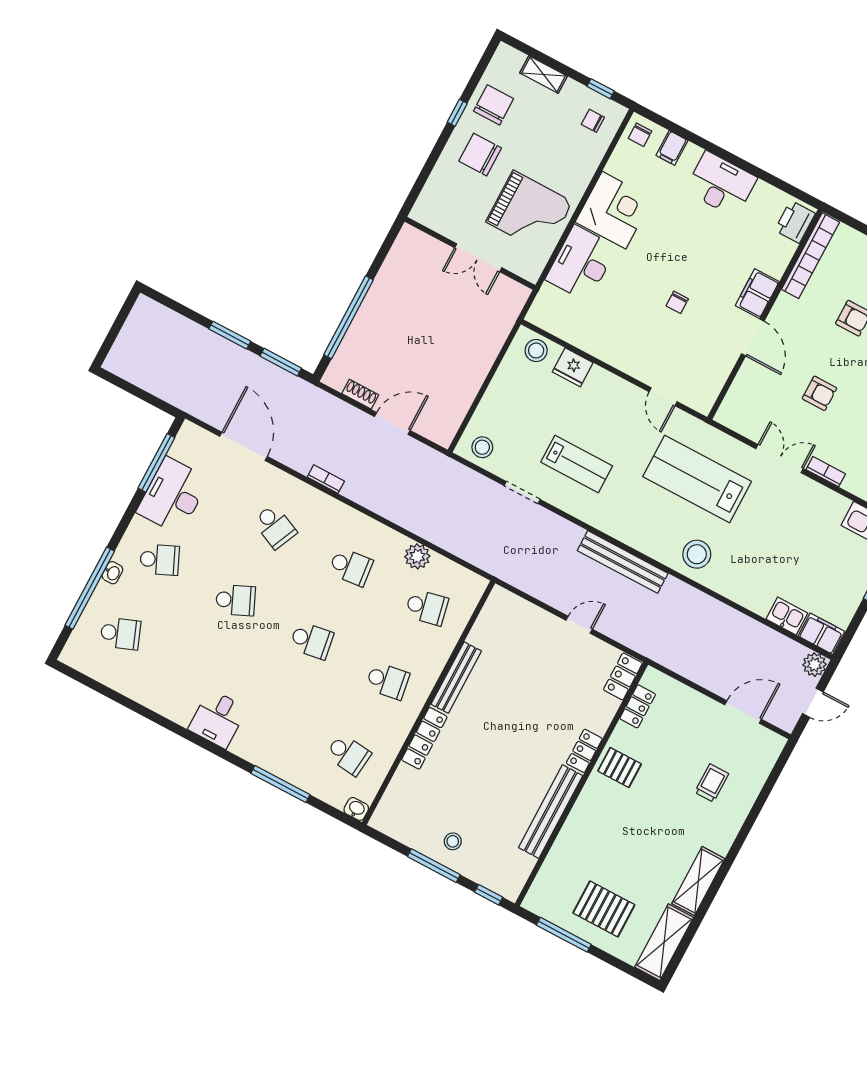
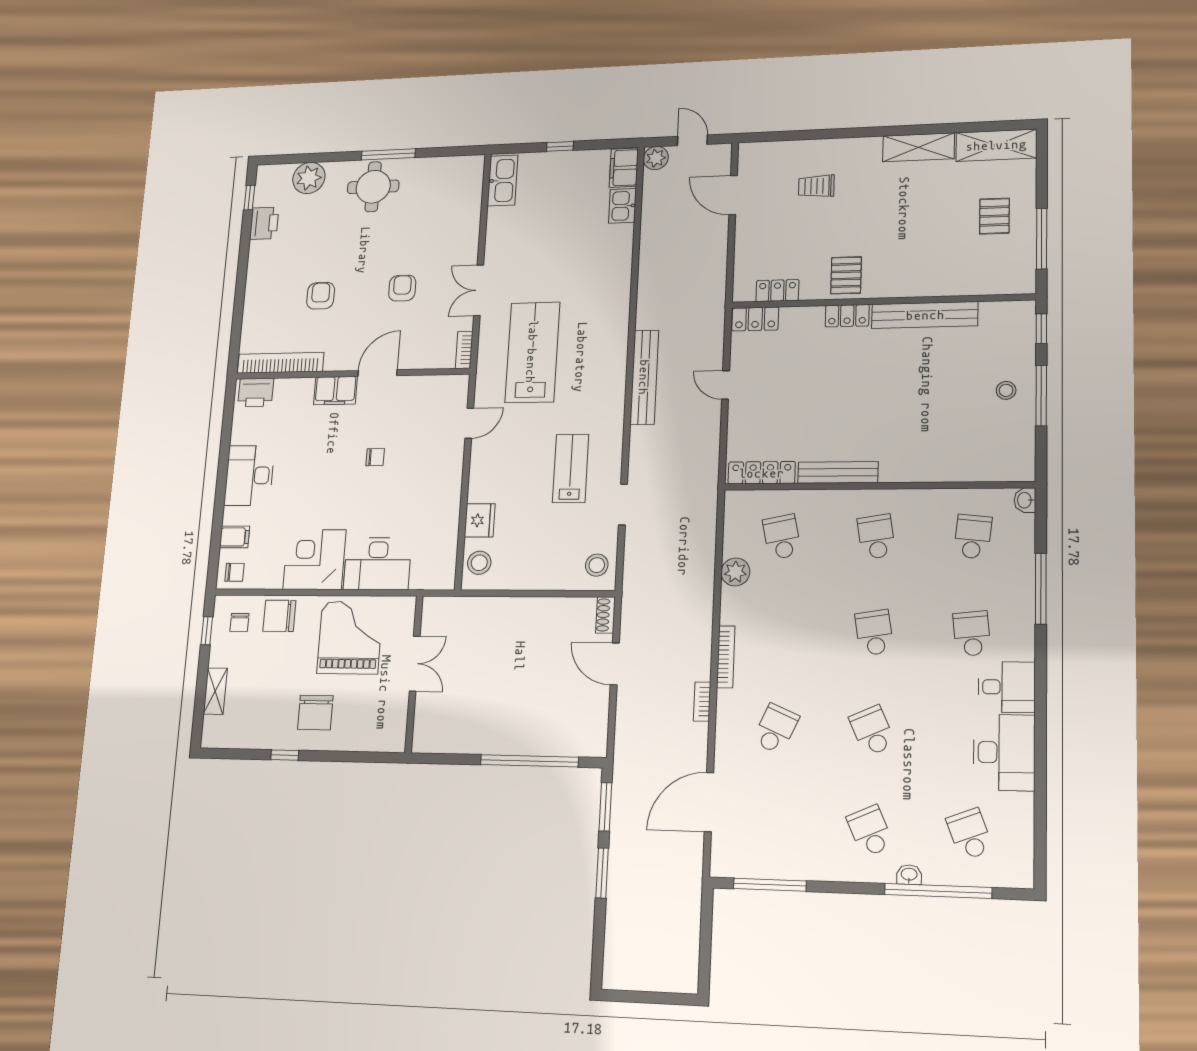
chair: (494, 105) -> (279, 616), moved
shoe rack: (360, 394) -> (605, 615), moved
bookcase: (826, 472) -> (464, 350), moved
lab bench: (697, 479) -> (532, 352), turned 180
desk: (173, 496) -> (1004, 752), moved, turned -90
bookcase: (352, 515) -> (726, 657), added
stool: (697, 554) -> (604, 315), removed
school desk: (351, 567) -> (972, 634), moved
locker: (424, 738) -> (762, 473), moved
pallet: (604, 909) -> (994, 216), width x0.67, depth x0.71

